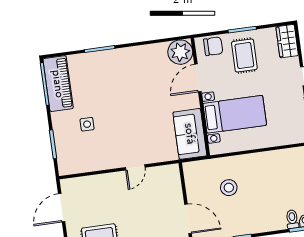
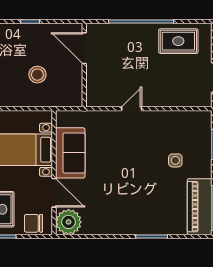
door: (198, 78) -> (54, 193), hinge flipped
sofa: (190, 134) -> (70, 153), moved

